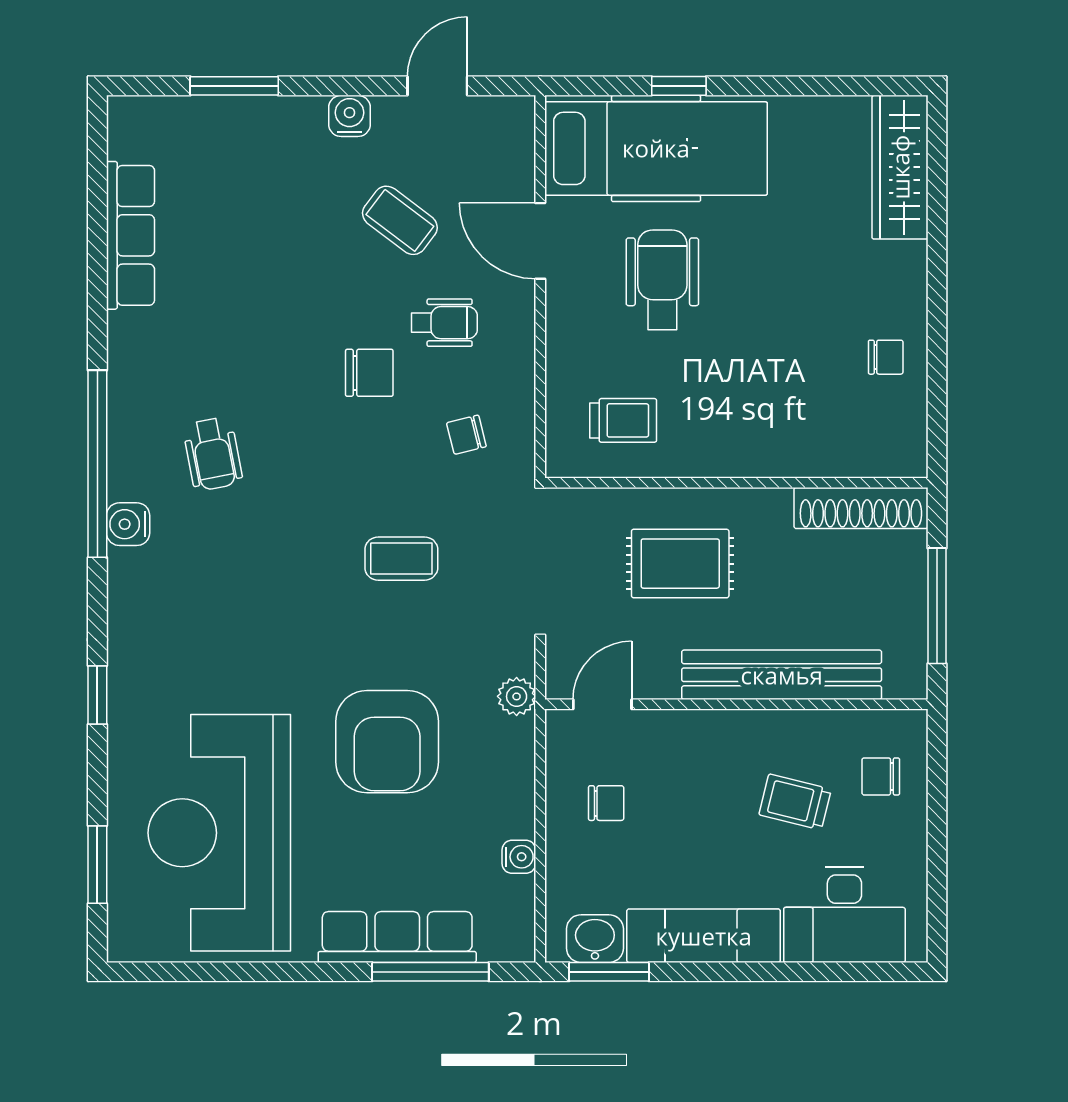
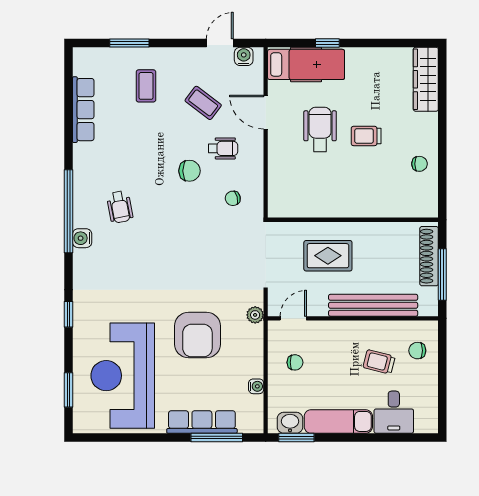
water cooler: (350, 116) -> (244, 56), moved
hospital bed: (656, 148) -> (306, 64), width x0.73, depth x0.78
trolley: (623, 420) -> (366, 136), moved, turned 180
shoe rack: (861, 508) -> (429, 256), moved, turned 90
coffee table: (401, 559) -> (146, 86), moved, turned 90
desk: (844, 915) -> (394, 412), width x0.73

